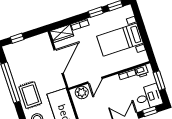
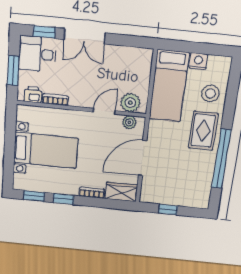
window: (17, 38) -> (168, 210), moved
plant: (77, 80) -> (129, 122), added

